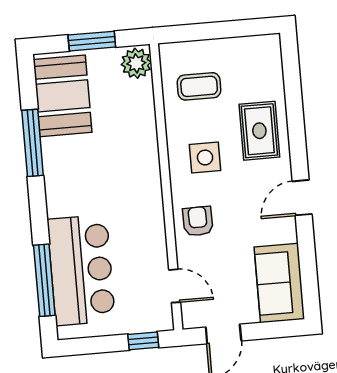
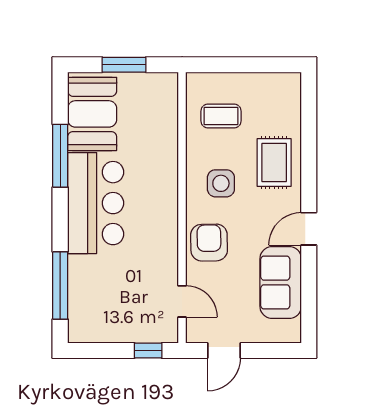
plant: (136, 63) -> (164, 89), removed
armchair: (198, 221) -> (209, 243), width x1.38, depth x1.38
bar counter: (81, 270) -> (96, 203), moved
sofa: (279, 283) -> (281, 282), moved

